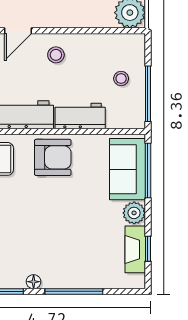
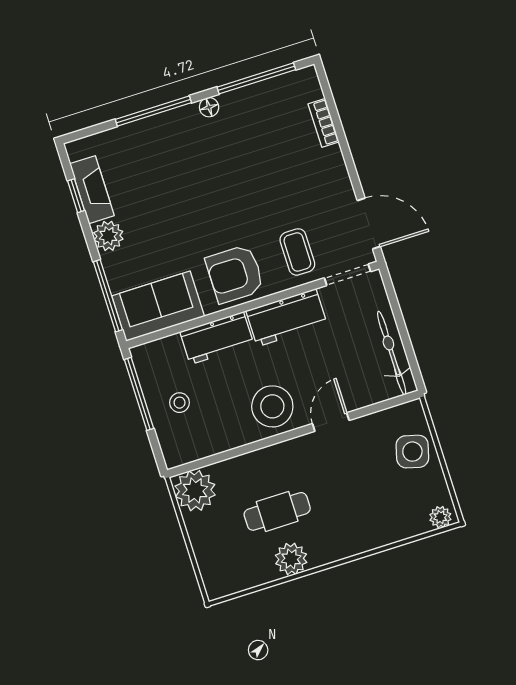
stool: (56, 55) -> (272, 406), width x1.89, depth x1.89
sofa: (128, 169) -> (158, 306), moved, turned -90

